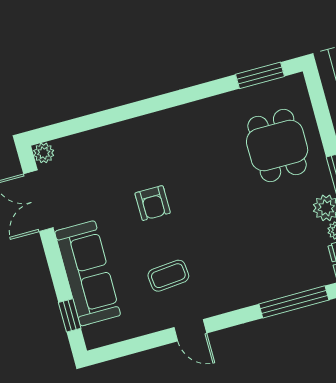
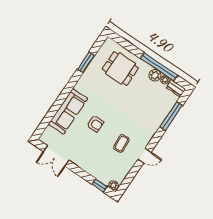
window: (260, 75) -> (86, 62), moved
plant: (44, 153) -> (114, 185), moved
sofa: (88, 273) -> (68, 111), moved, turned 90

